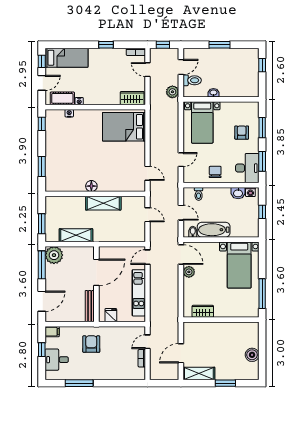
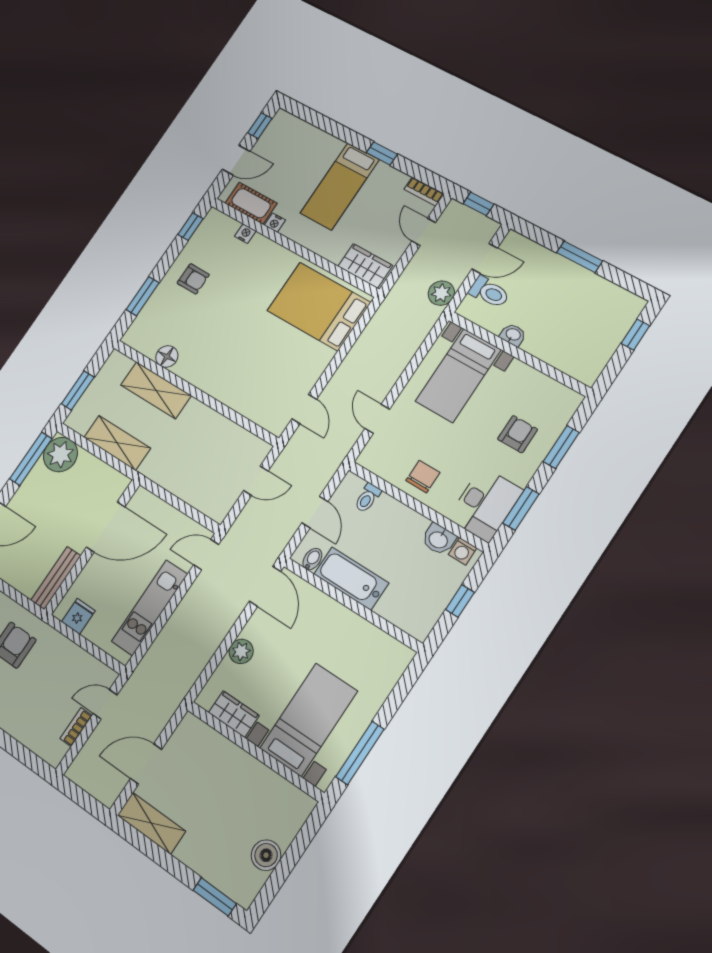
bed: (66, 58) -> (340, 186), moved, turned 90
armchair: (60, 146) -> (193, 279), added
door: (181, 160) -> (377, 419), swing flipped
floor lamp: (91, 186) -> (167, 356), moved
shelving: (103, 203) -> (156, 390), moved
door: (148, 215) -> (256, 481), hinge flipped
bed with nightstands: (239, 265) -> (309, 720), moved, turned 180
plant: (189, 272) -> (241, 651), moved
window: (225, 383) -> (215, 897), moved

